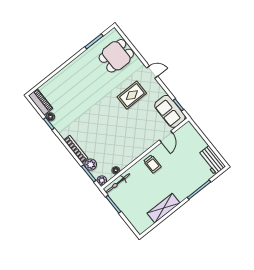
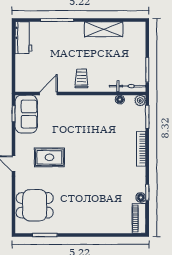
plant: (91, 165) -> (139, 123), removed

